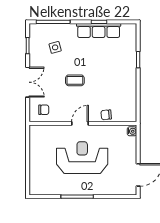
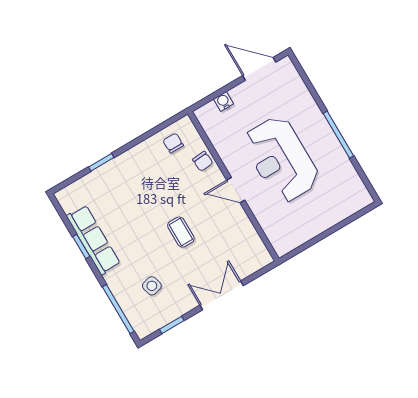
chair: (44, 110) -> (173, 143), moved
water cooler: (132, 131) -> (223, 101), moved

